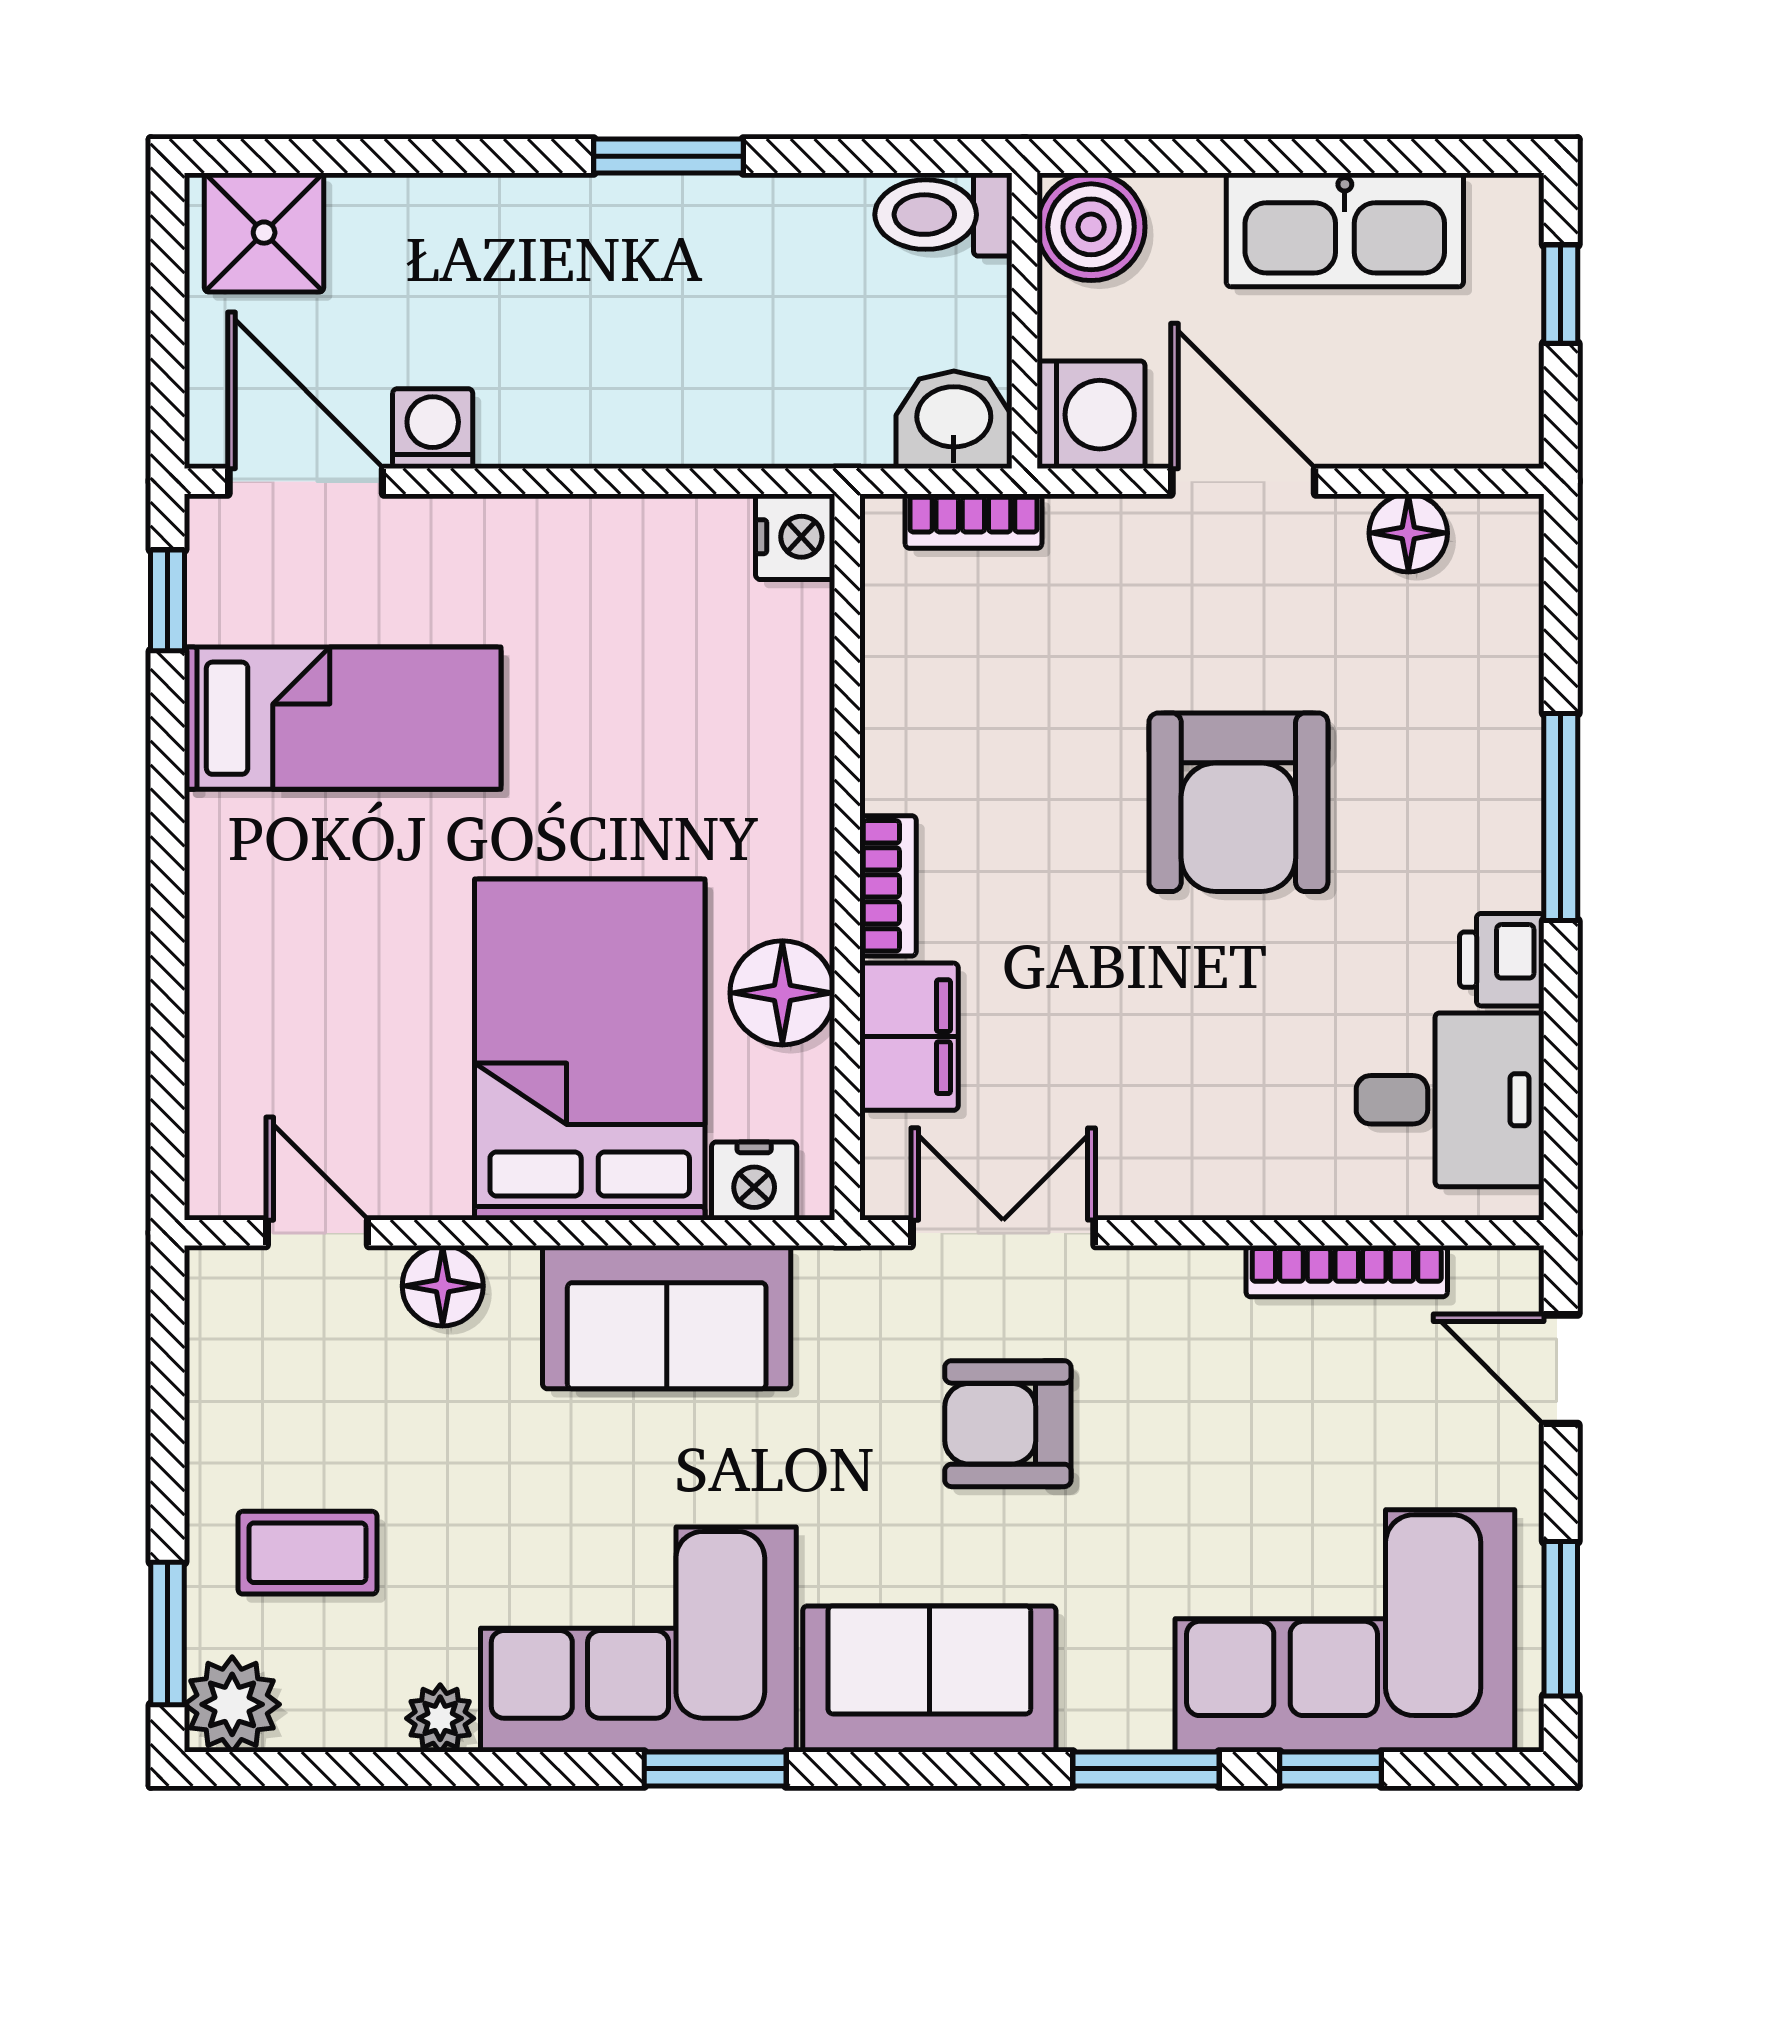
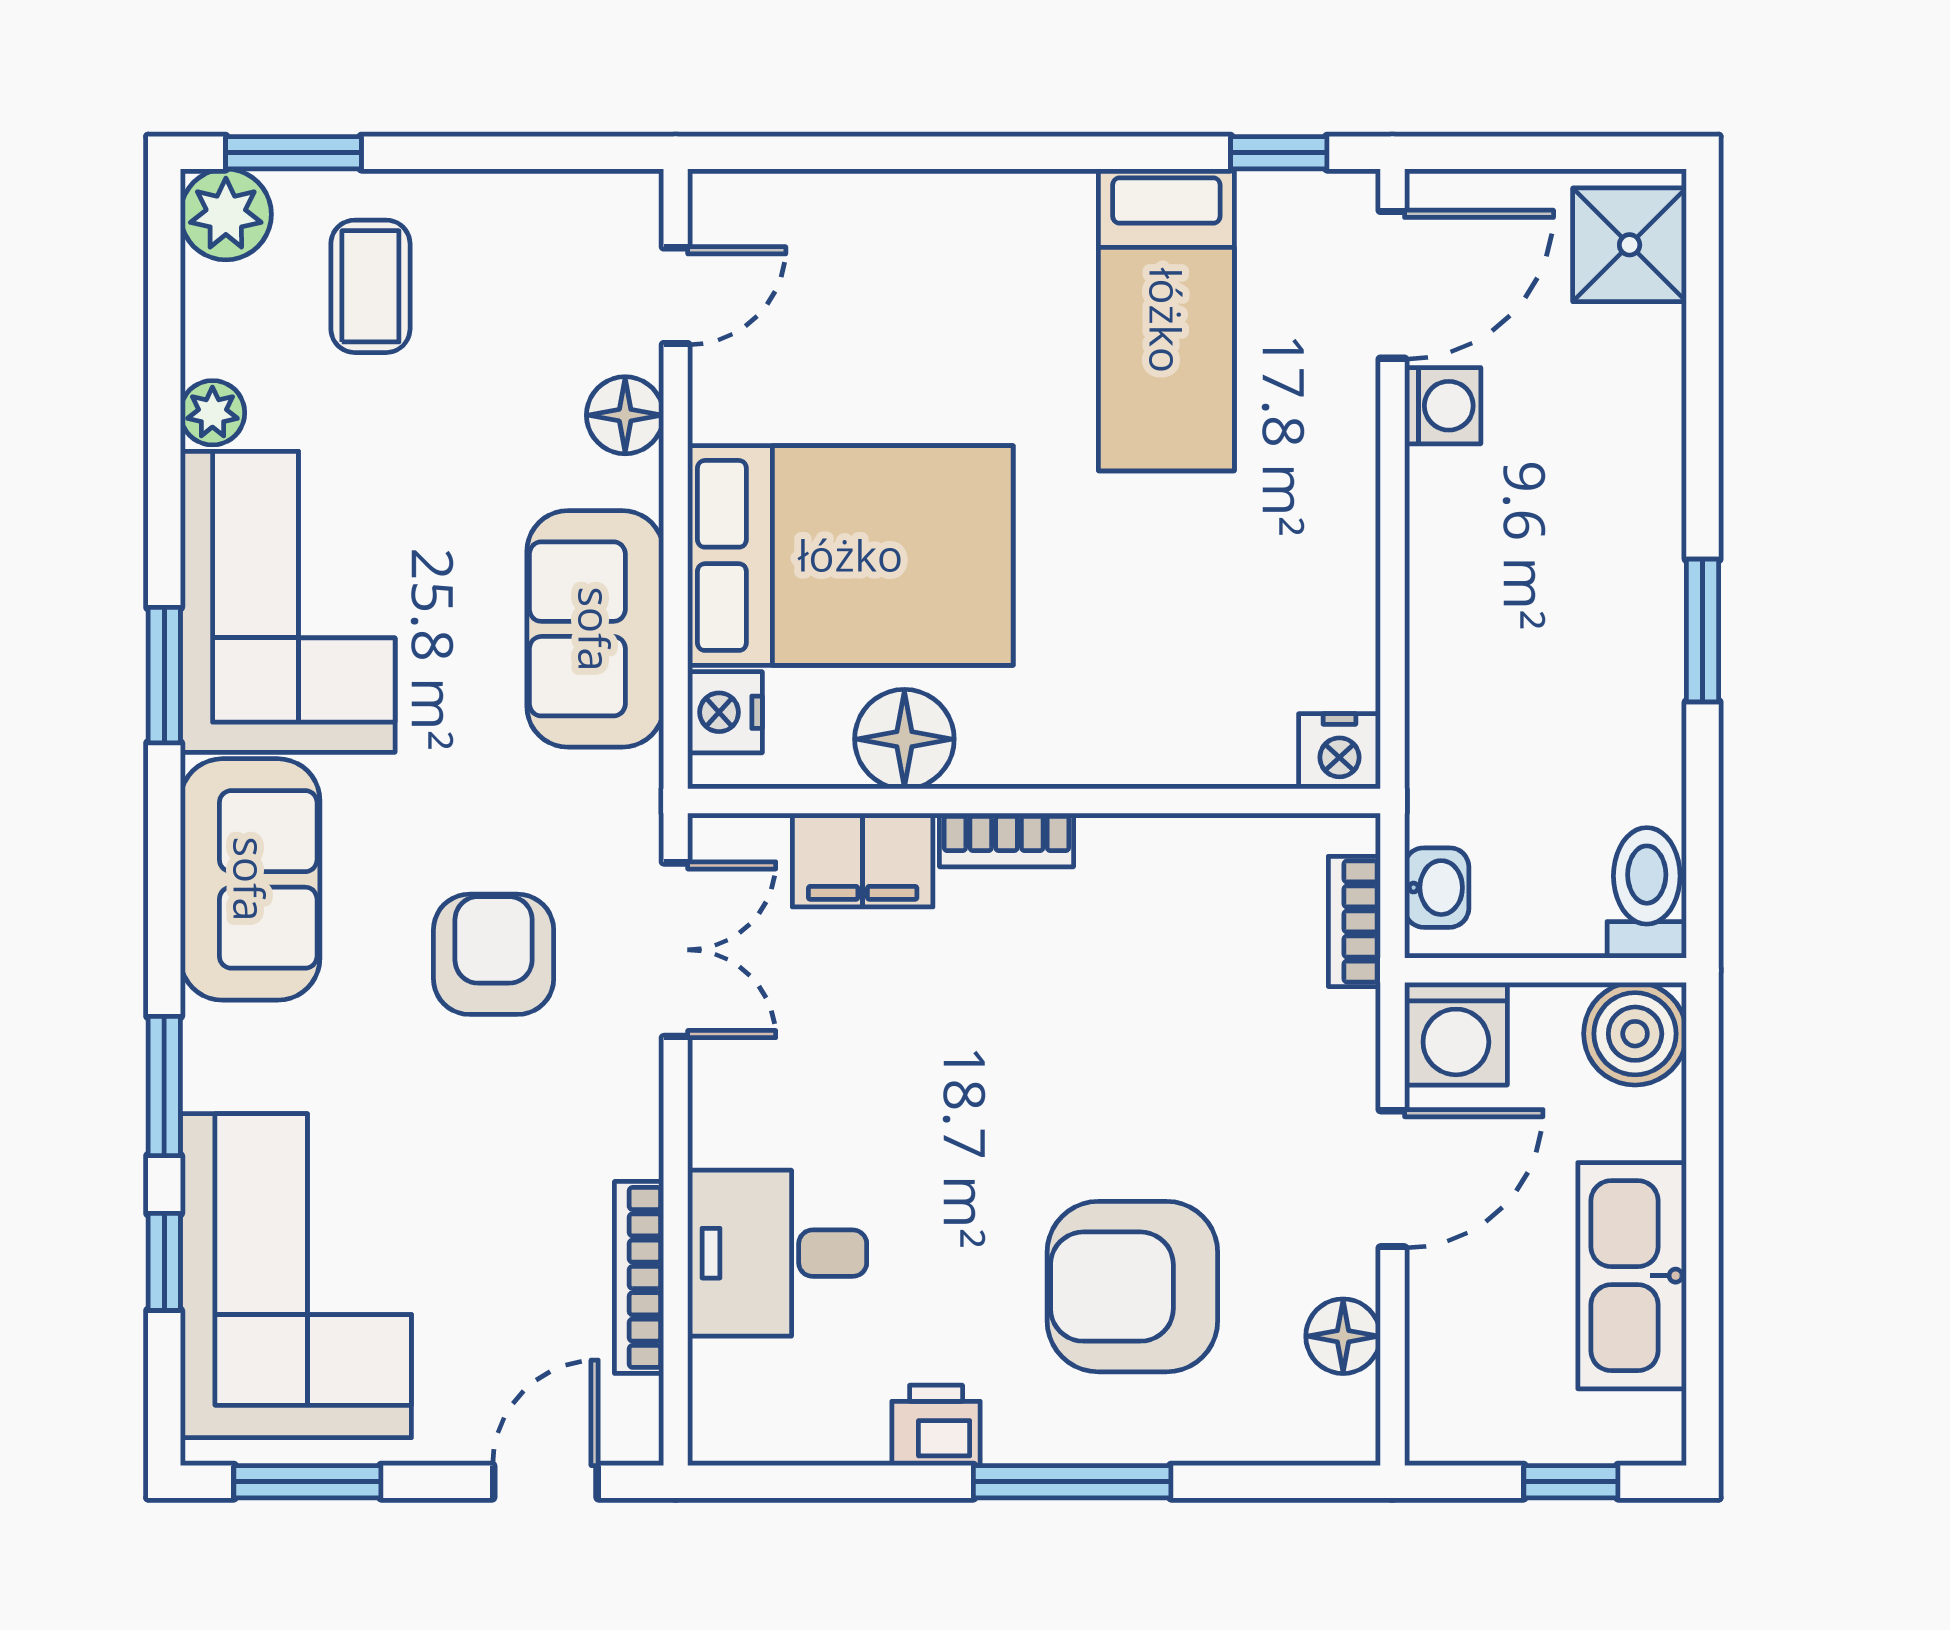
washbasin: (954, 420) -> (1437, 888), width x0.72, depth x0.69
armchair: (1238, 802) -> (1132, 1287), moved
desk: (1450, 1100) -> (777, 1253), moved, turned 90

